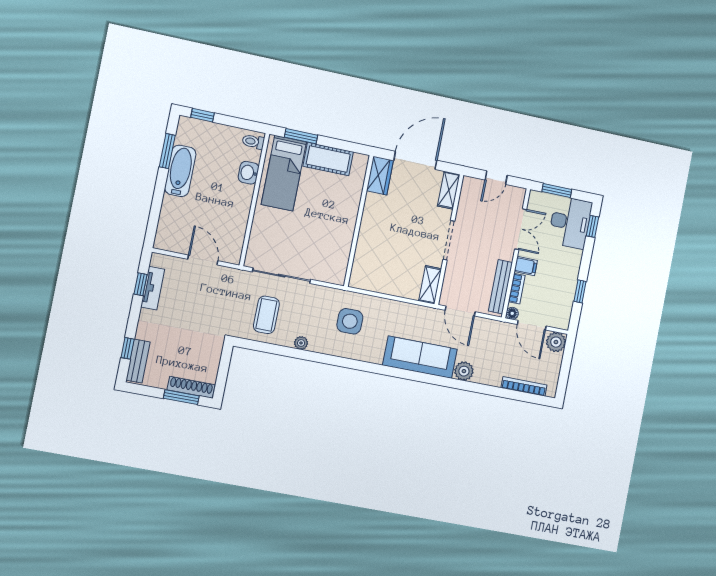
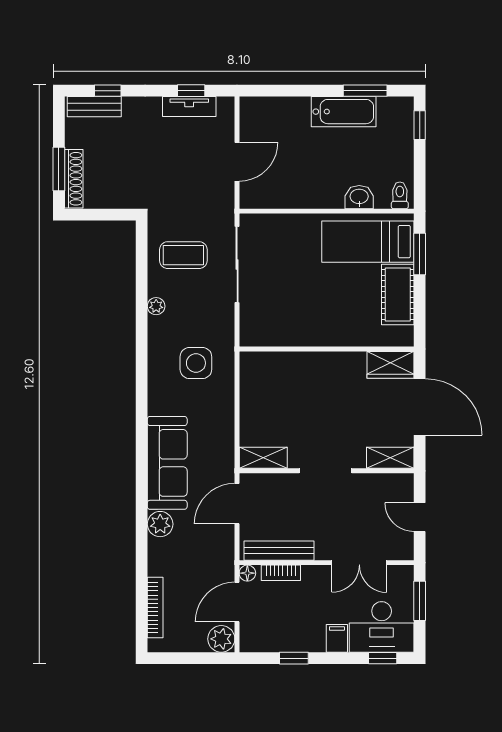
filing cabinet: (526, 266) -> (337, 638), moved, turned 180

